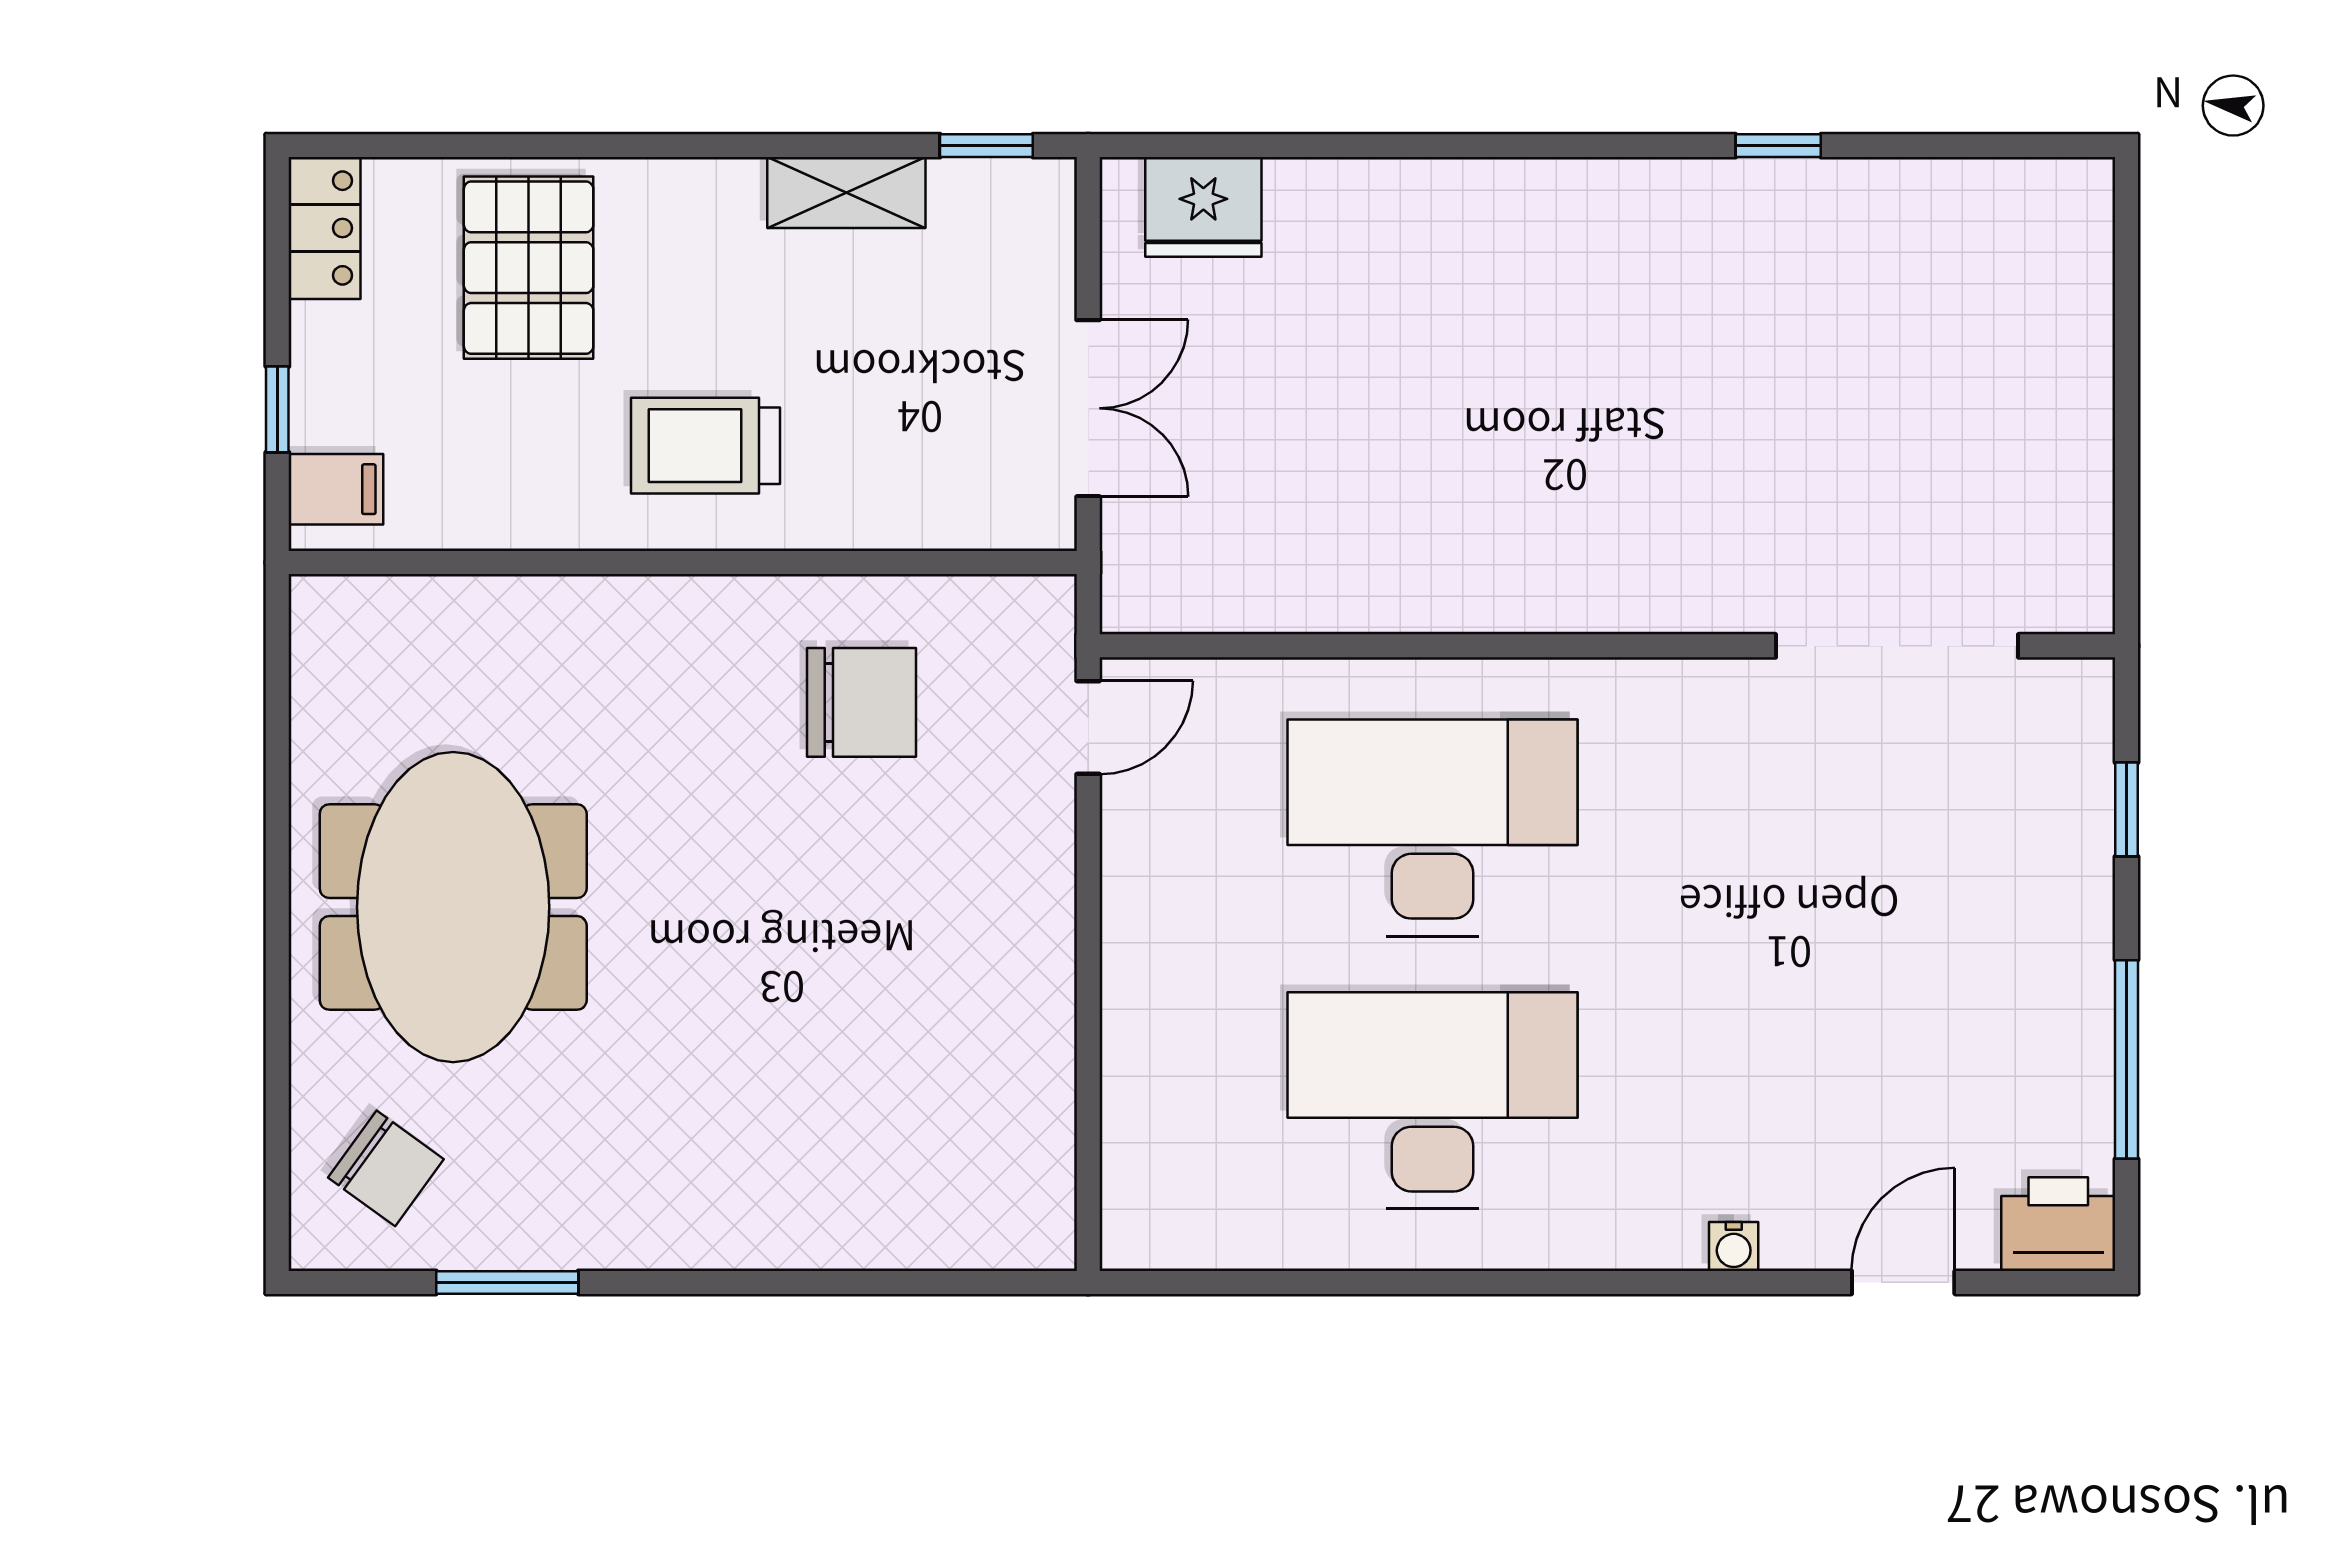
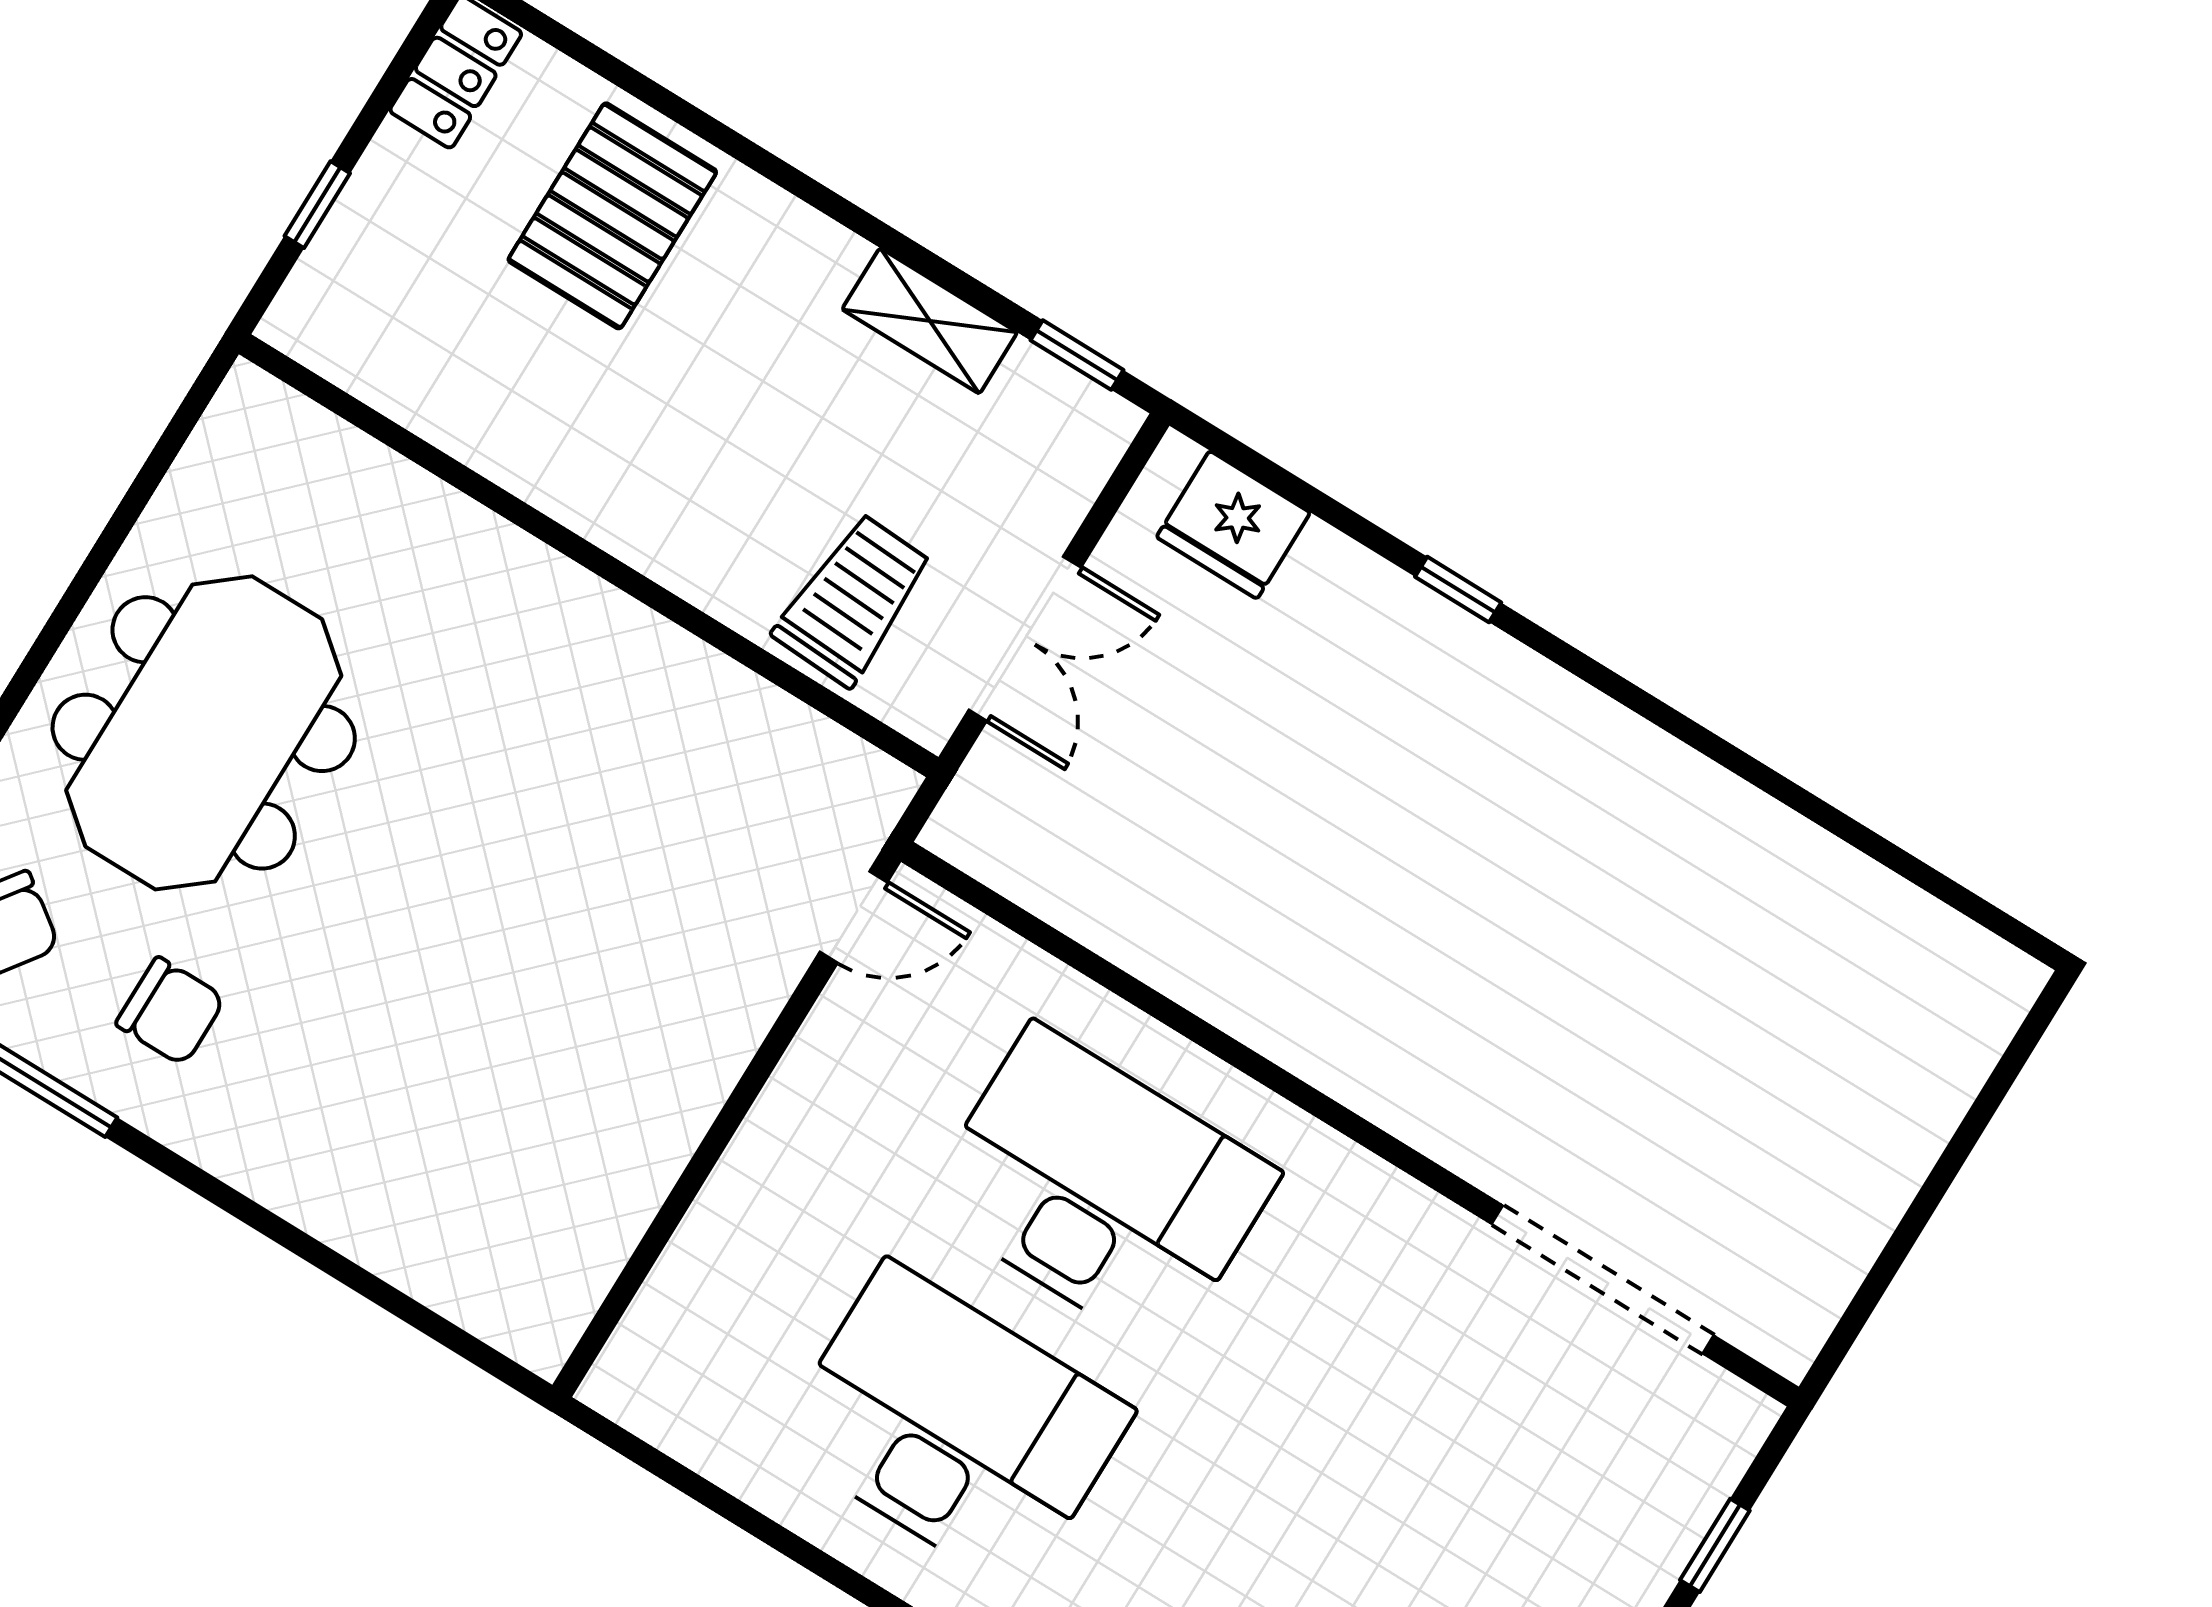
window: (1778, 146) -> (1458, 590), moved
trolley: (705, 446) -> (853, 600), moved, turned 93
filing cabinet: (336, 489) -> (325, 306), removed
chair: (862, 702) -> (171, 1011), moved, width x0.73, depth x0.73

